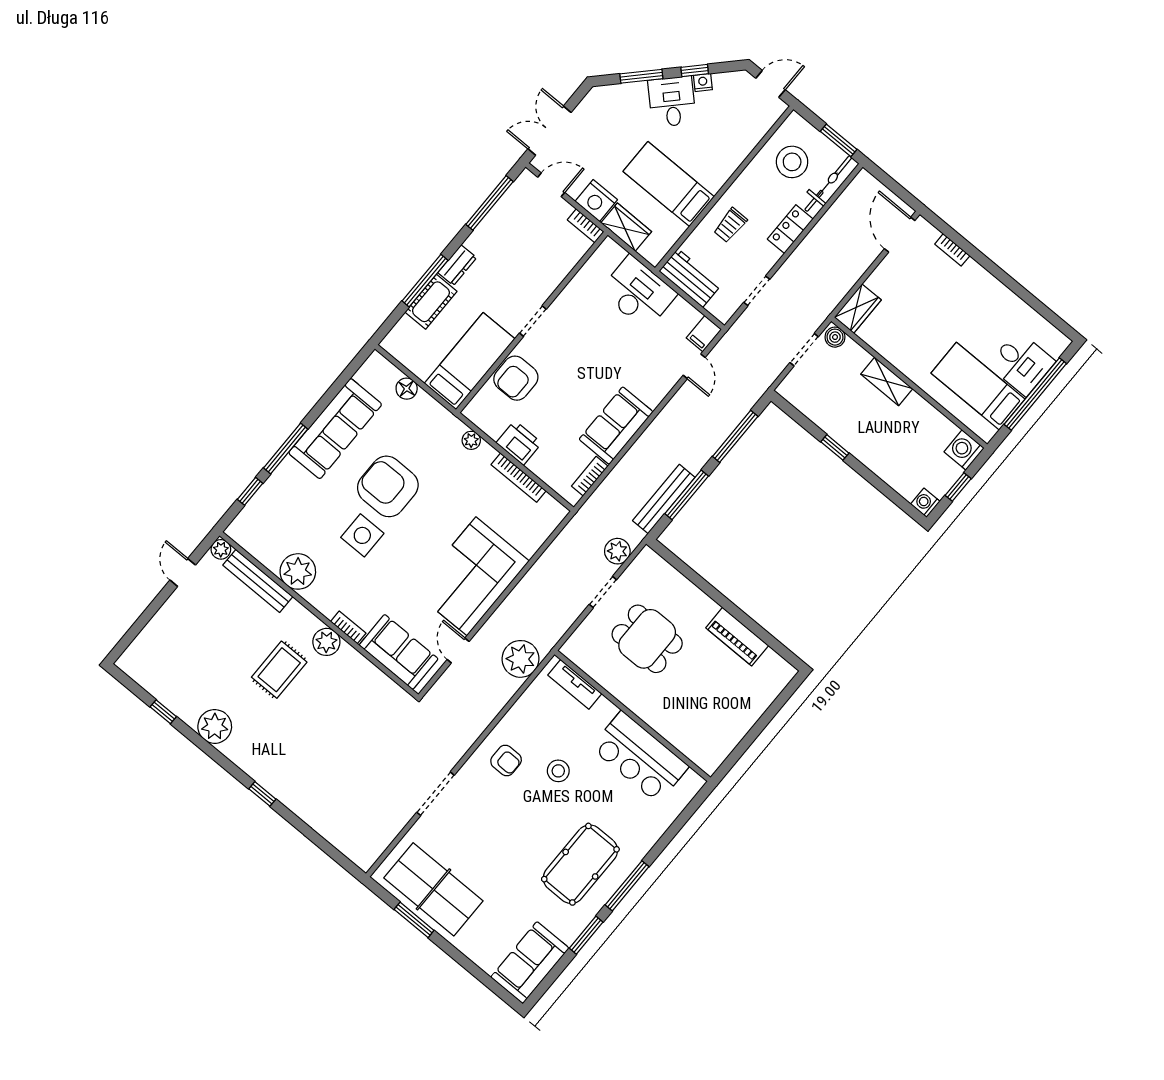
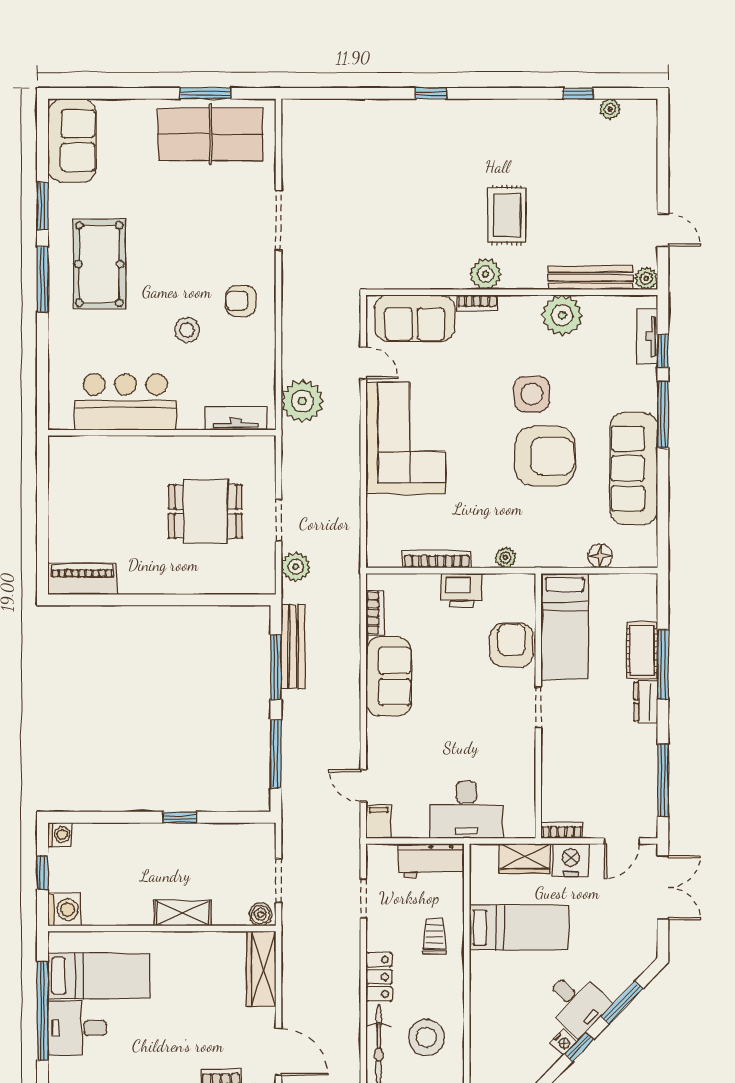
wardrobe: (858, 309) -> (261, 969), width x1.50
tv unit: (253, 510) -> (647, 336), added
piano: (737, 637) -> (82, 579), moved
plant: (215, 726) -> (610, 109), moved, width x0.53, depth x0.53

